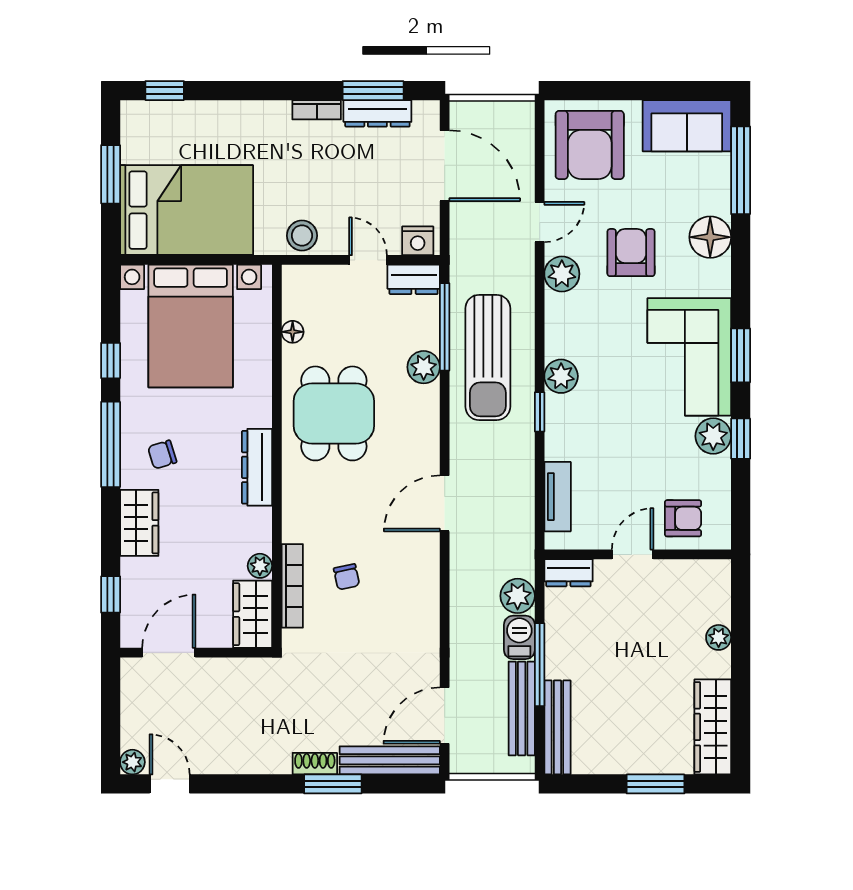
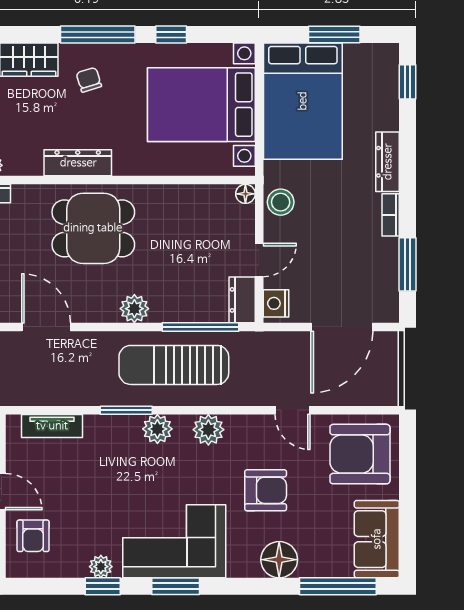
dresser: (377, 113) -> (388, 162), moved
plant: (562, 274) -> (208, 430), moved
floor lamp: (293, 332) -> (245, 194), moved
plant: (424, 367) -> (134, 309), moved
window: (540, 412) -> (126, 410), width x1.50
dining table: (334, 413) -> (93, 228), moved
plant: (713, 436) -> (101, 567), width x0.73, depth x0.73

